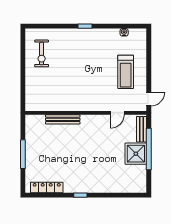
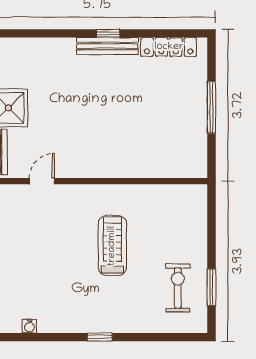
window: (23, 54) -> (211, 287), added
treadmill: (126, 72) -> (112, 246), moved
bench: (63, 119) -> (107, 46), moved

